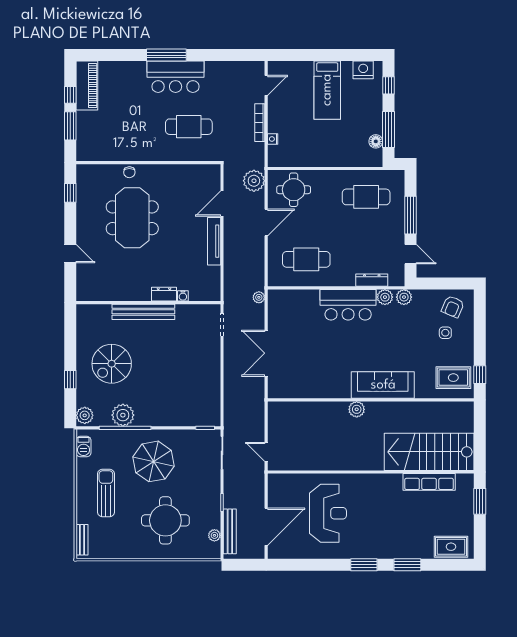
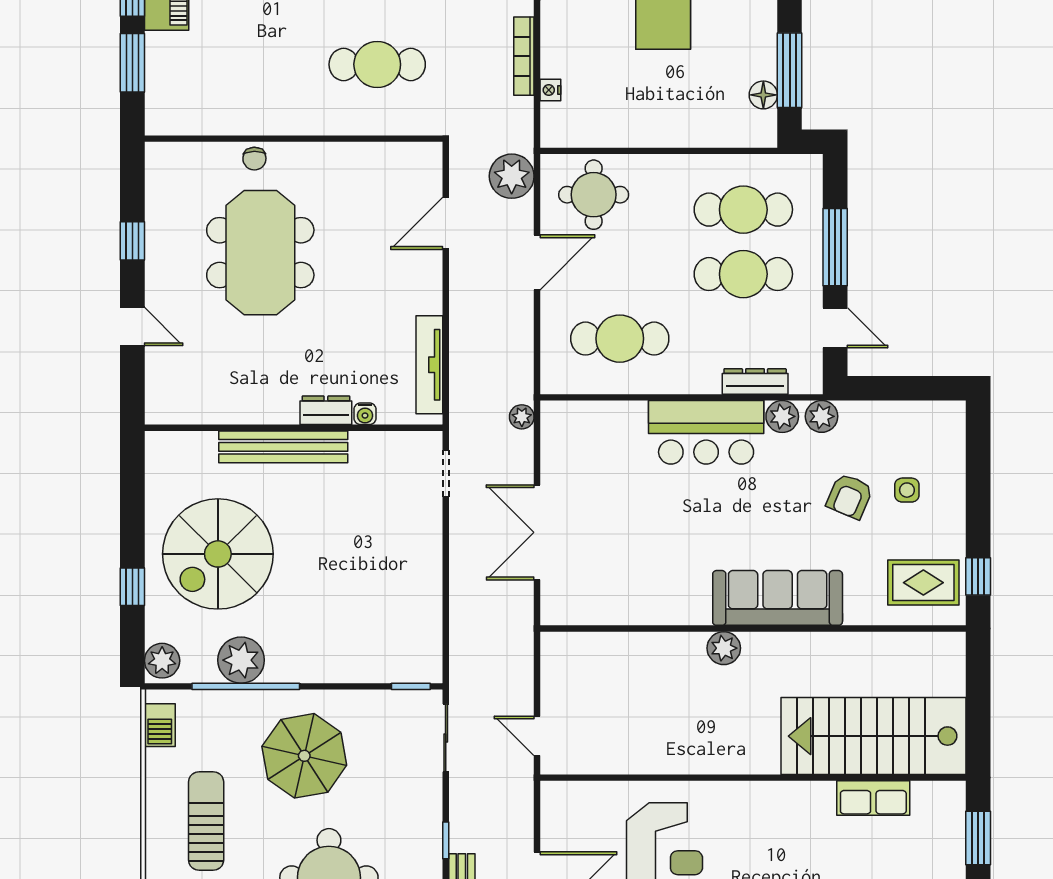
window: (70, 193) -> (132, 241), moved
cafe table: (366, 228) -> (743, 274), added
tv unit: (214, 241) -> (429, 365), moved
armchair: (453, 307) -> (850, 496), moved
spiral stairs: (112, 364) -> (218, 554), width x1.37, depth x1.37
row of seats: (429, 482) -> (873, 798), width x0.68

